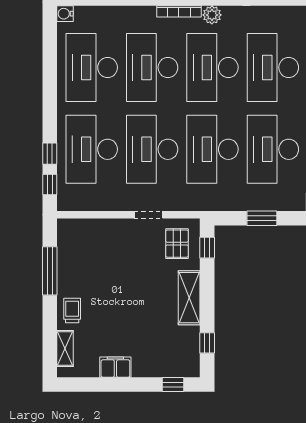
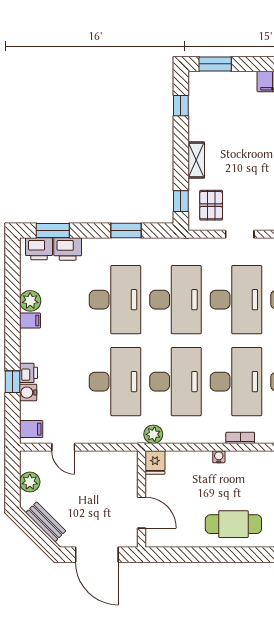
bookcase: (179, 11) -> (240, 438), moved, width x0.64
plant: (212, 15) -> (153, 434), moved
shelving: (189, 298) -> (196, 160), width x0.67, depth x0.75
window: (173, 385) -> (215, 64), width x1.50

